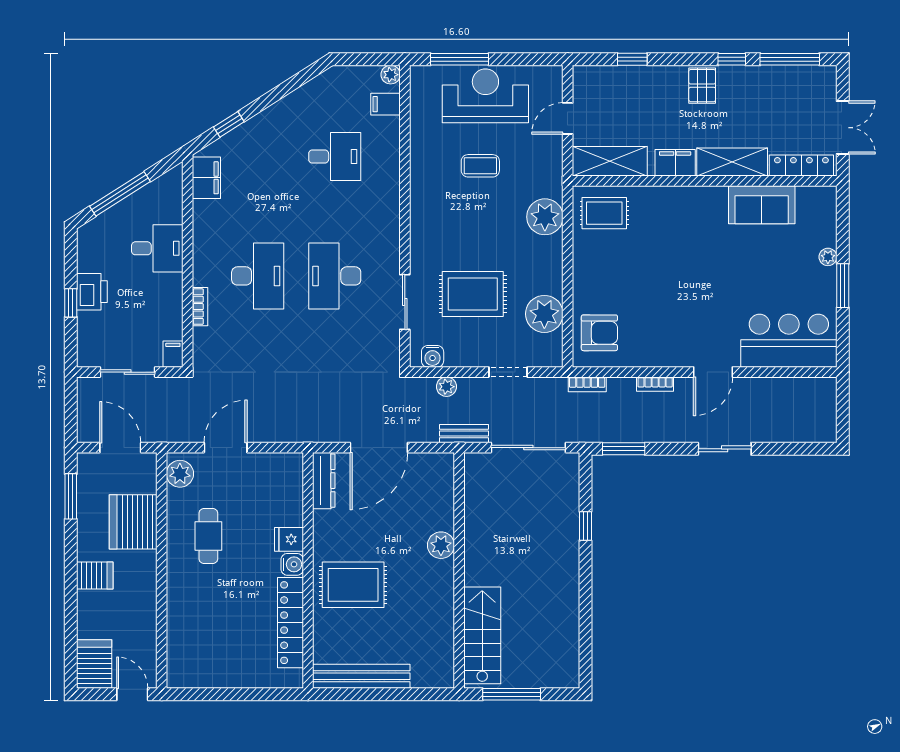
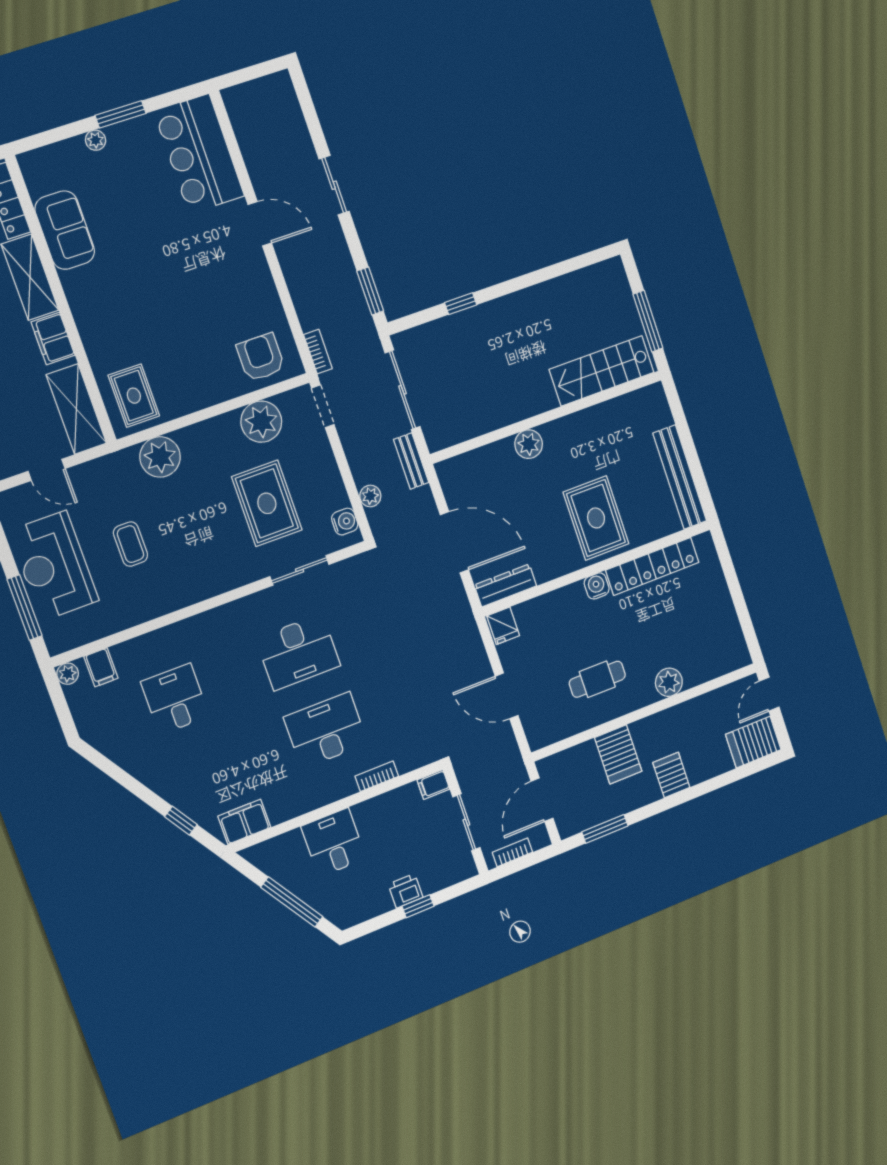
printer: (92, 292) -> (406, 891), width x0.73, depth x0.81
doorway: (508, 372) -> (323, 406), moved
bookcase: (655, 384) -> (512, 852), moved, turned -90
plant: (180, 474) -> (669, 682), moved
server rack: (133, 522) -> (618, 754), width x0.62
fridge: (289, 539) -> (503, 626), moved

